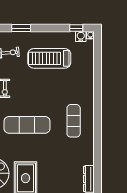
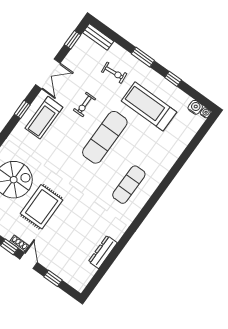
window: (76, 28) -> (173, 79), moved
exercise mat: (27, 125) -> (105, 137), moved, turned 90

